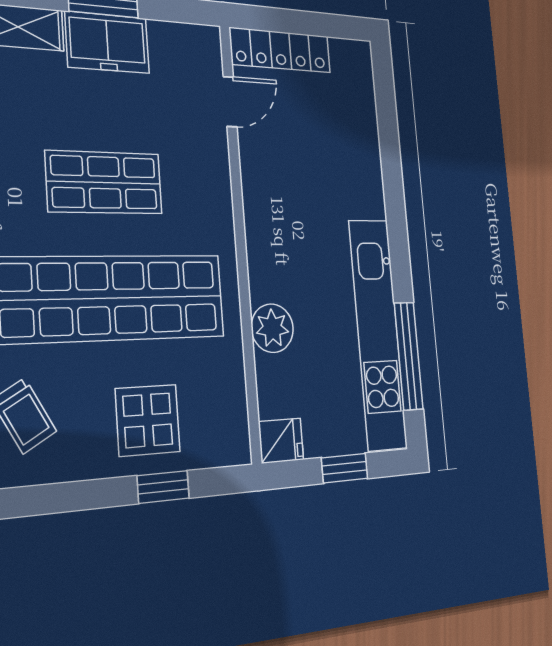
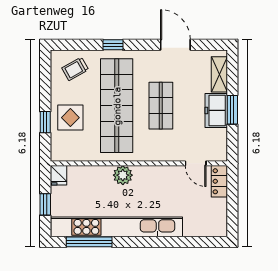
locker: (280, 50) -> (219, 181), width x0.66
plant: (272, 328) -> (123, 175), moved
kitchen unit: (378, 334) -> (117, 227), width x1.36

